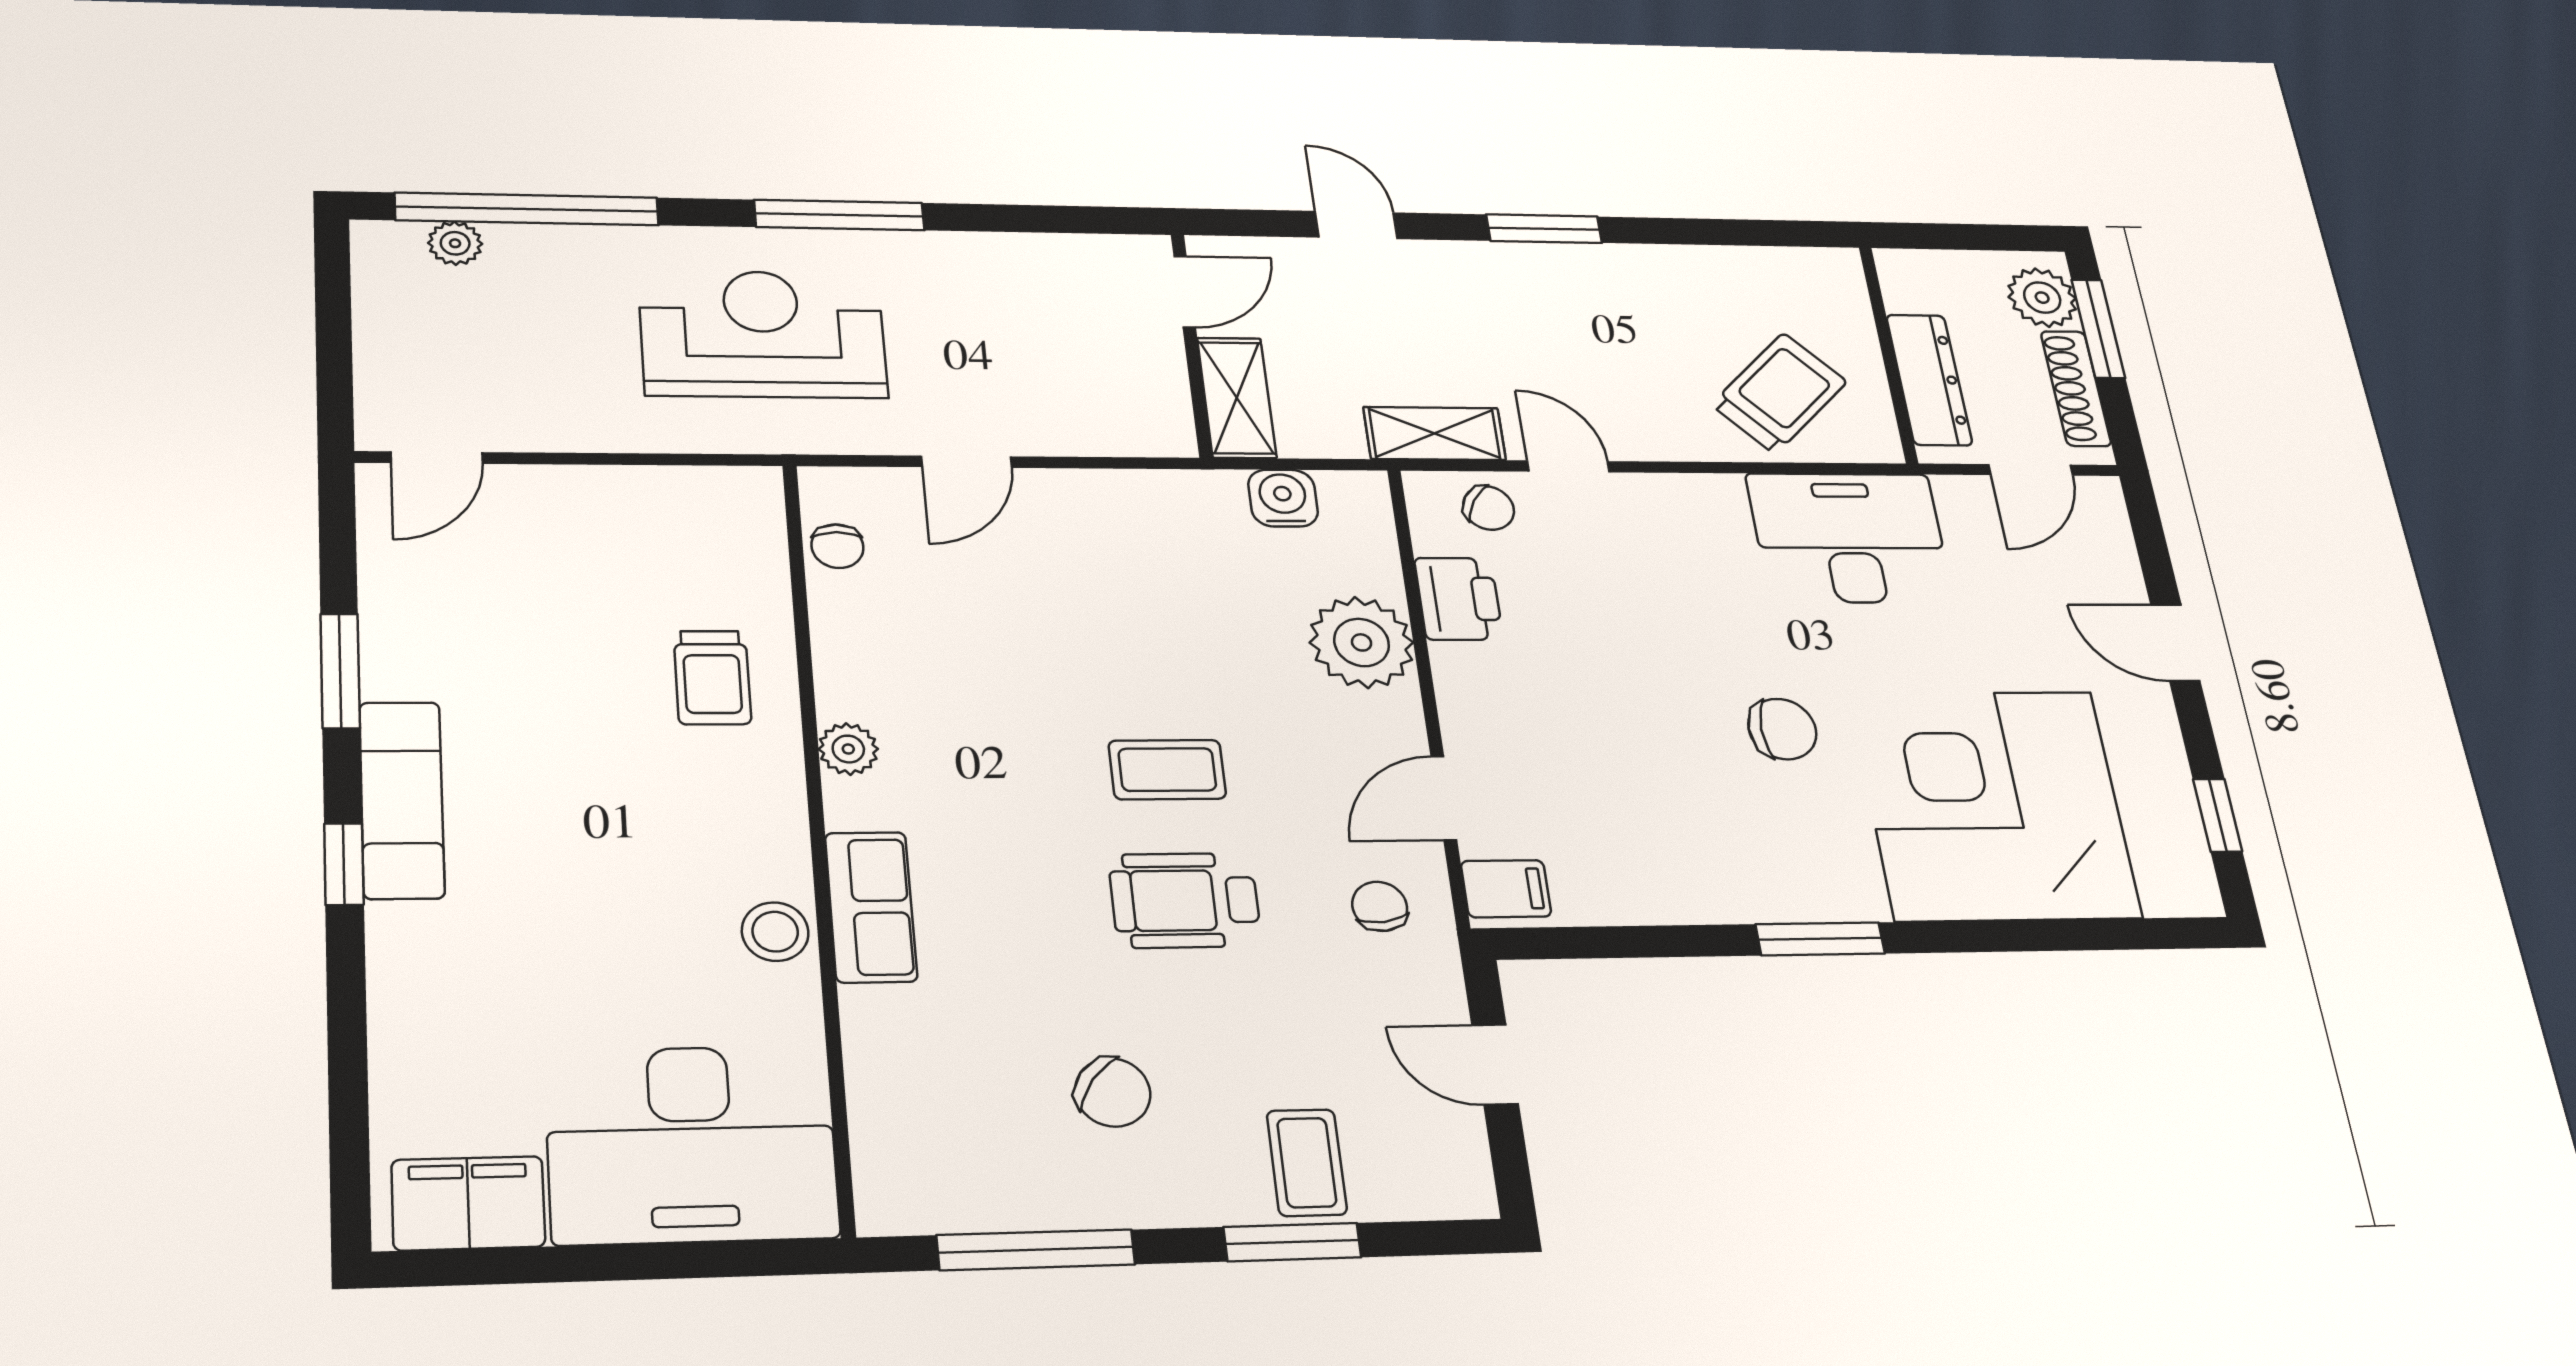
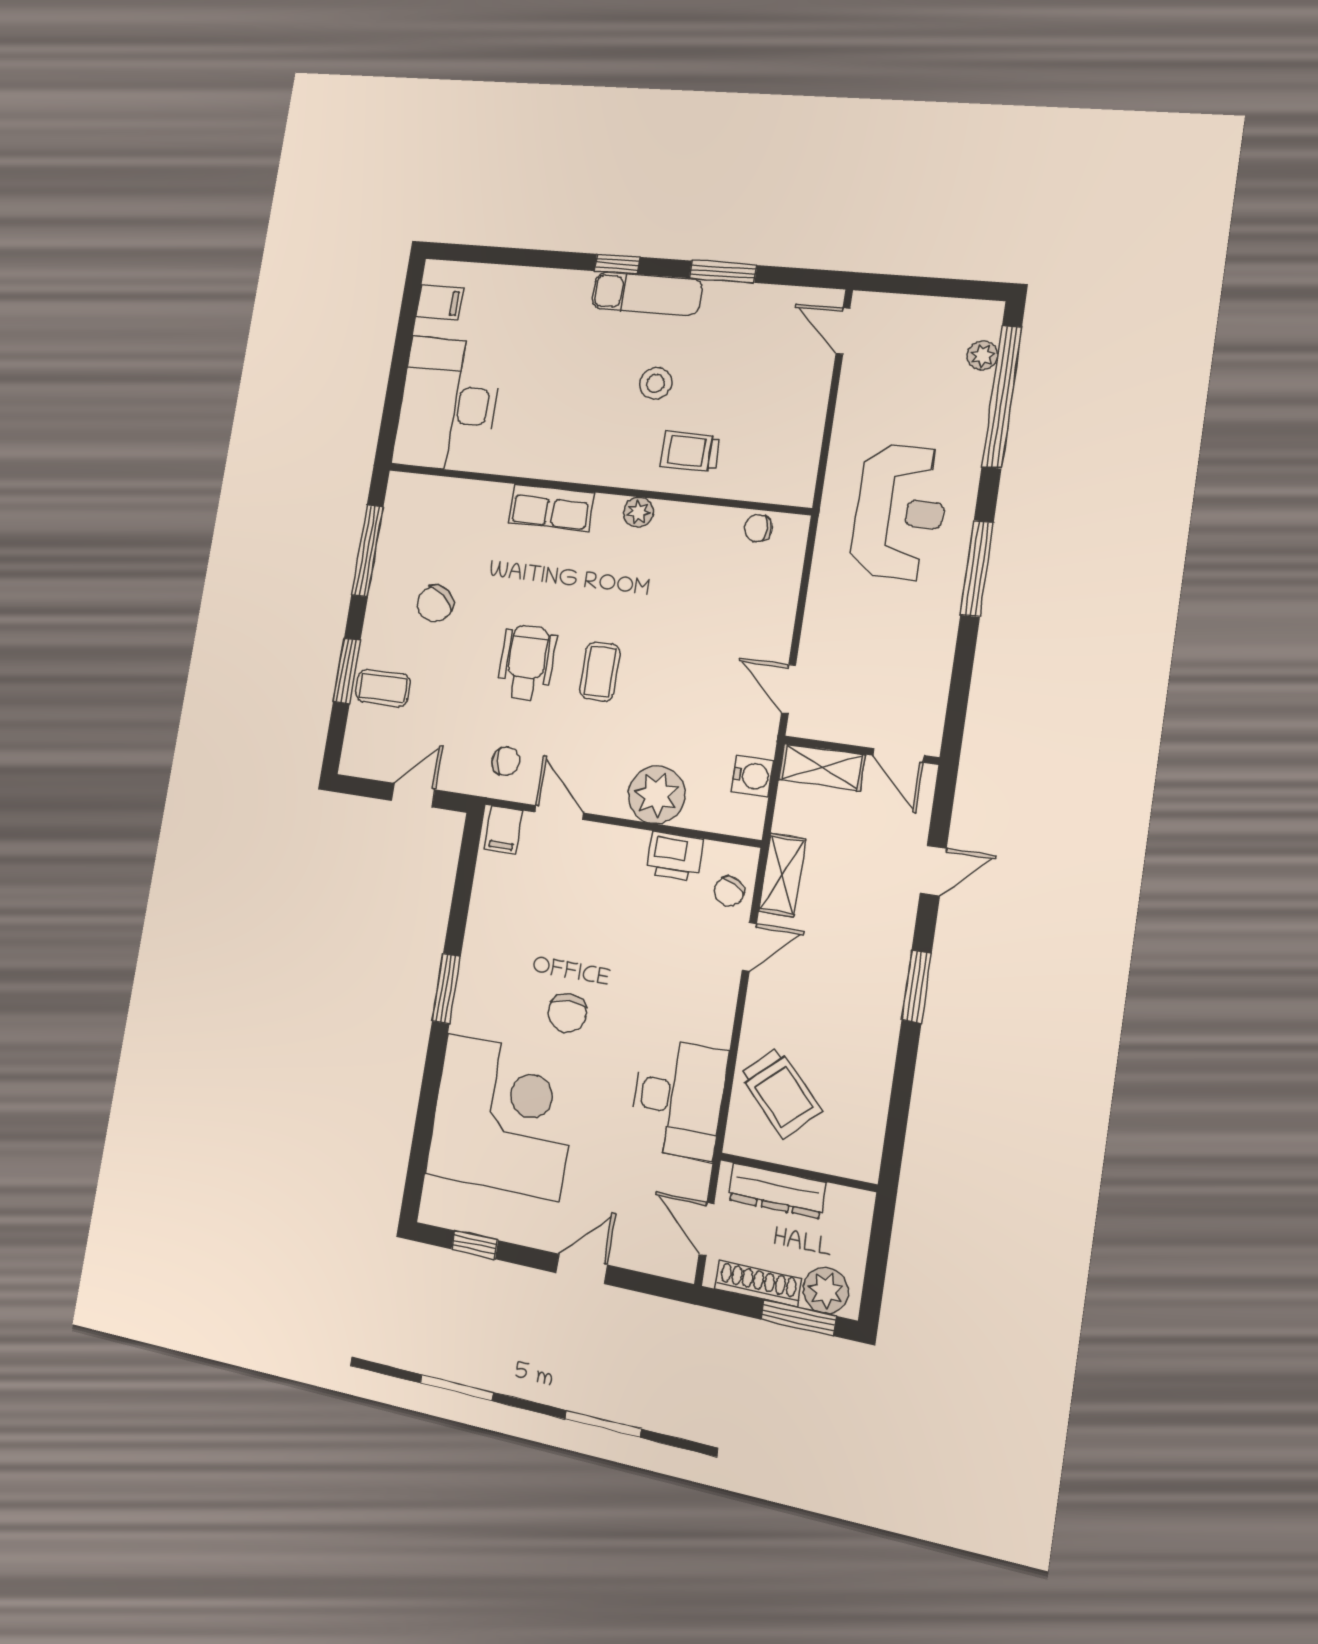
door: (966, 462) -> (789, 689), moved
stool: (775, 932) -> (656, 383), moved
filing cabinet: (468, 1203) -> (440, 302), width x0.50

